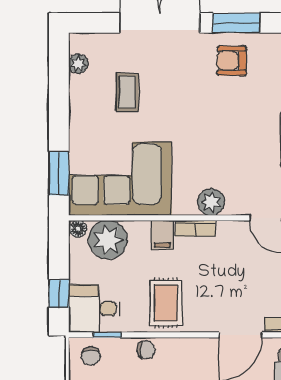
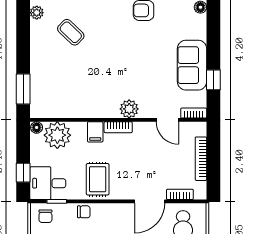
coffee table: (127, 92) -> (71, 32), turned -46
corner sofa: (120, 179) -> (66, 93), removed

